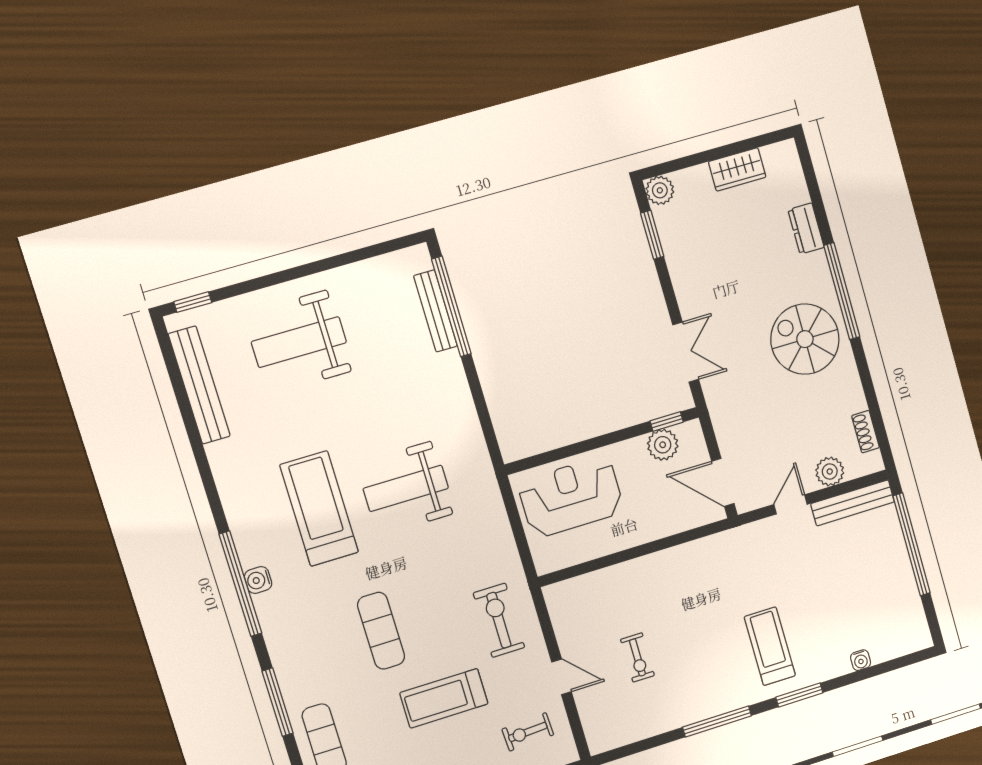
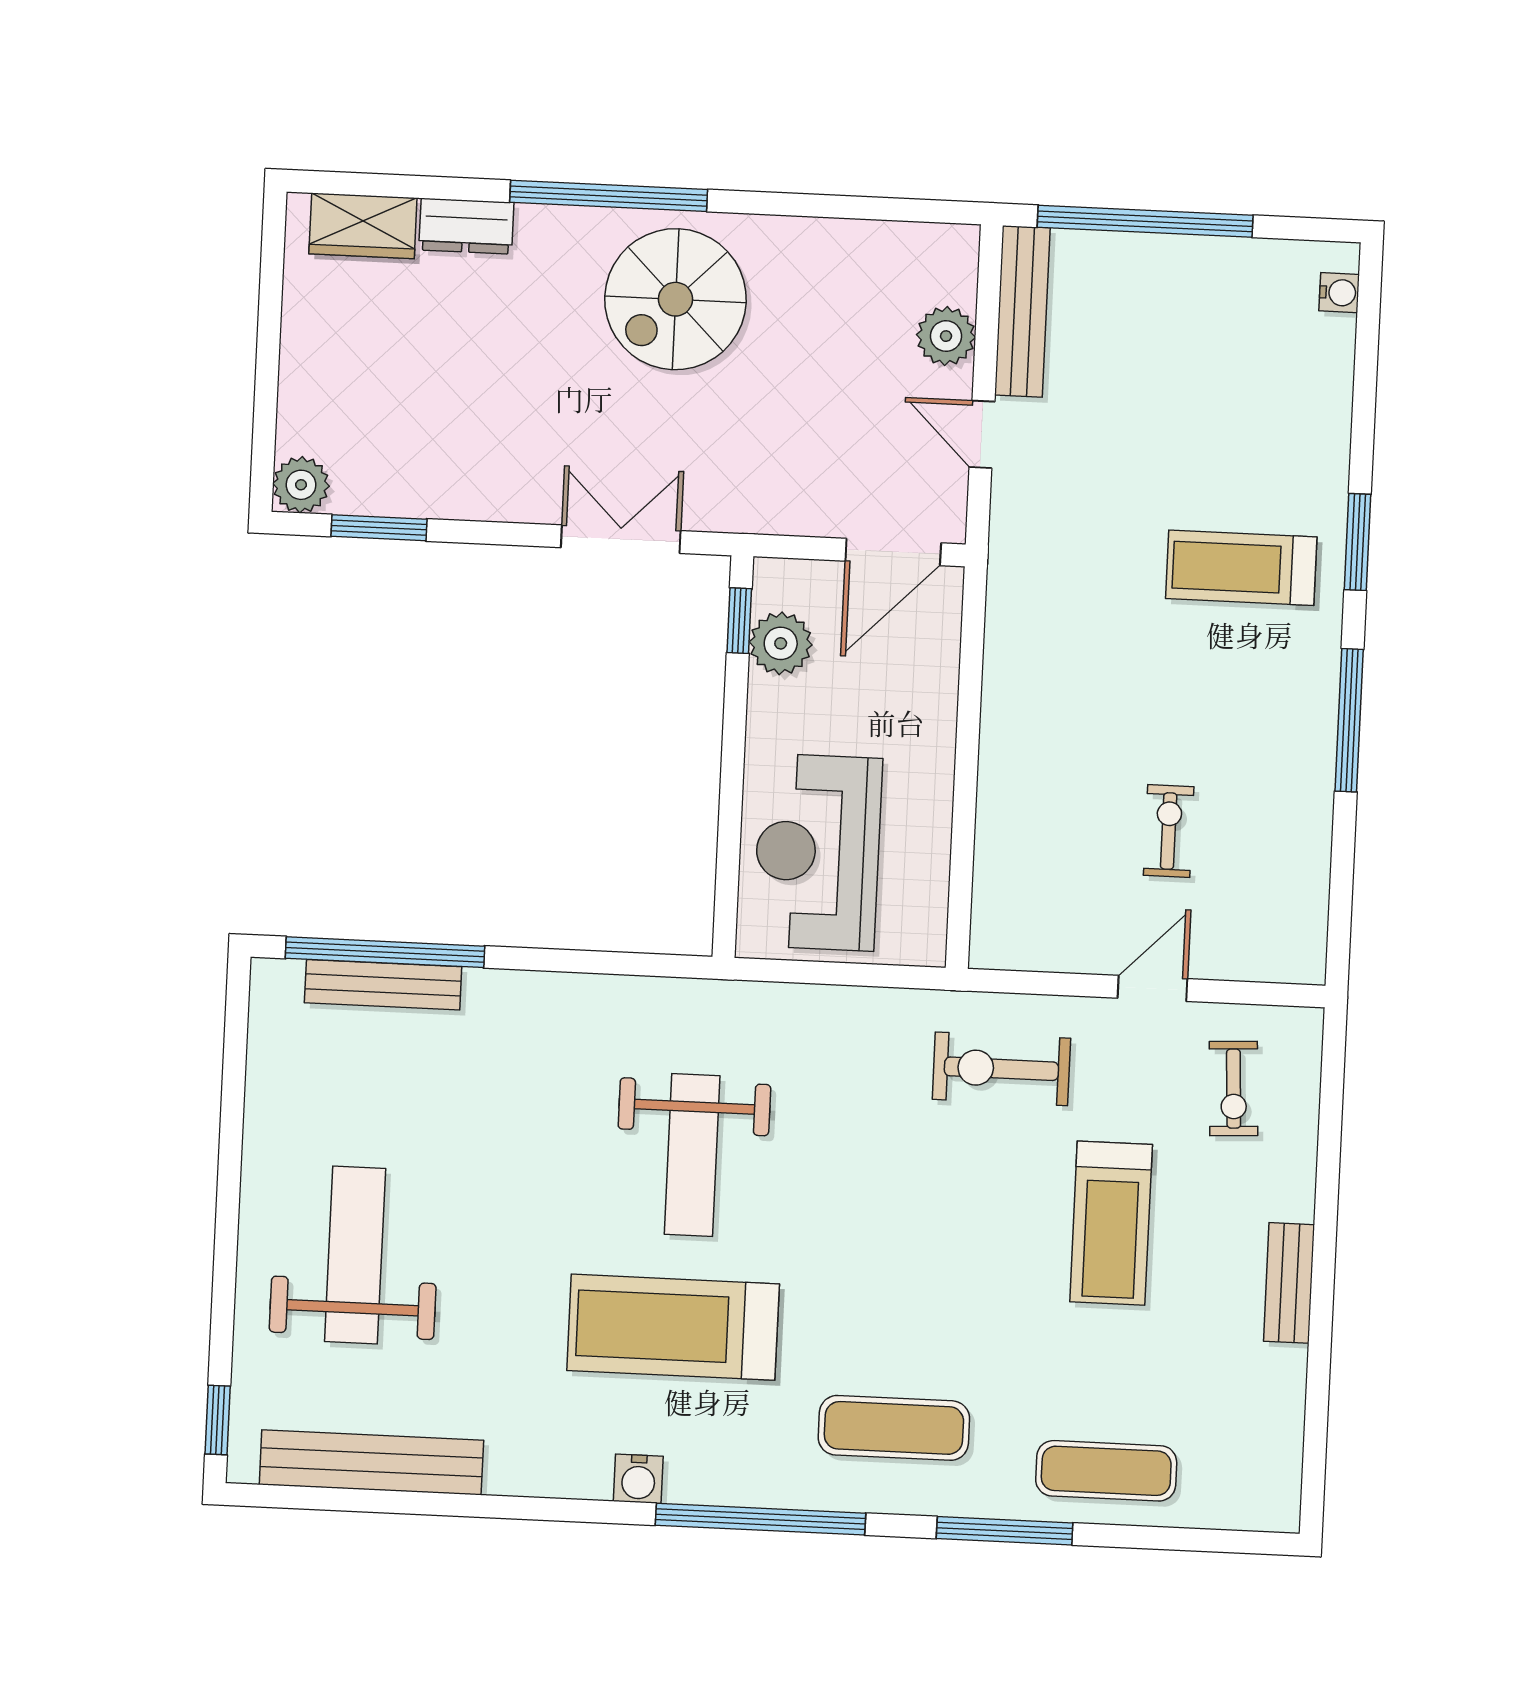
wardrobe: (737, 169) -> (363, 226), moved, turned 90
weight bench: (299, 342) -> (355, 1255), turned 180
shoe rack: (865, 432) -> (894, 240), removed
water cooler: (258, 580) -> (638, 1479), moved
exercise mat: (381, 631) -> (894, 1428), moved
exercise bike: (637, 657) -> (1169, 831), turned -90
water cooler: (861, 660) -> (1339, 293), moved

